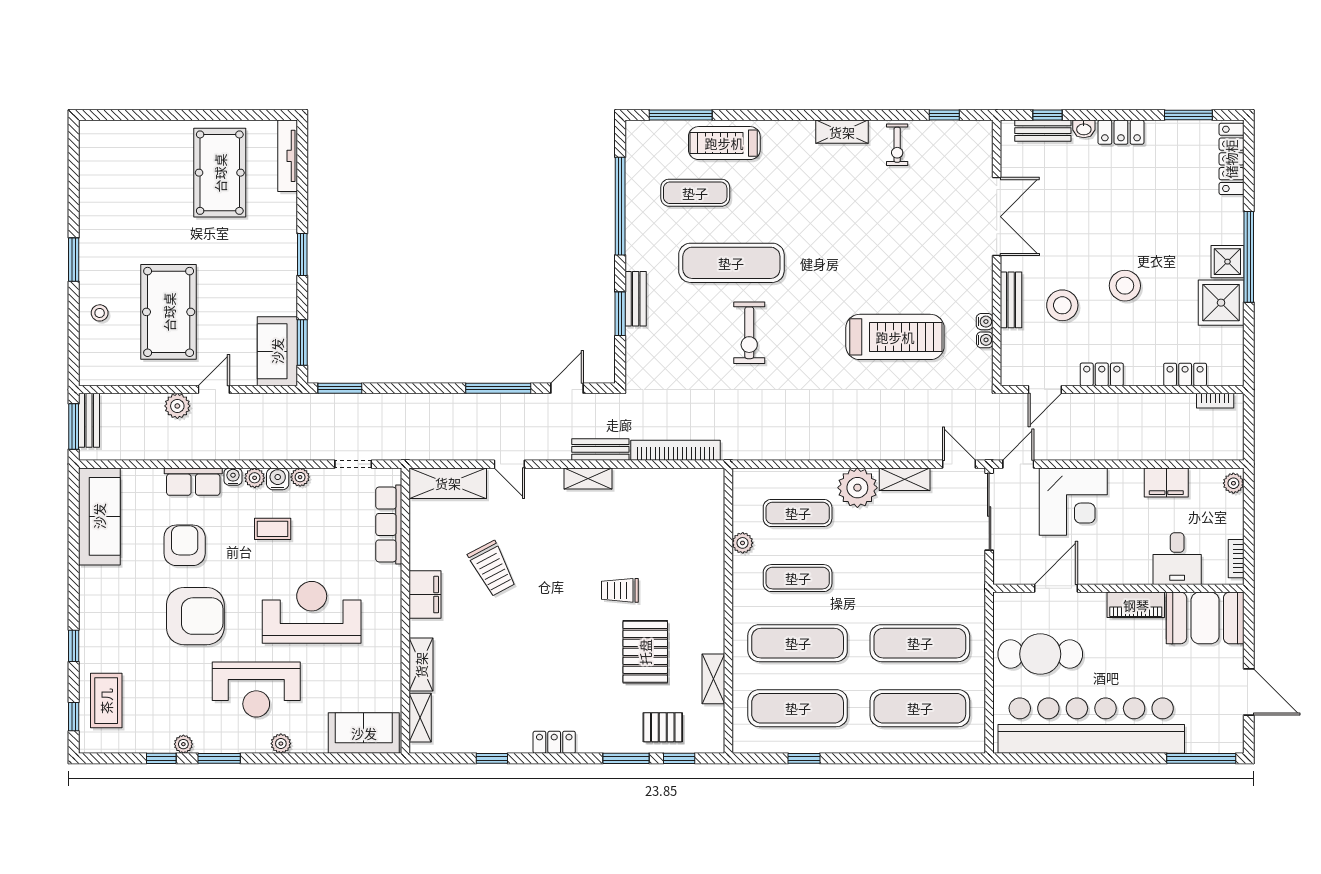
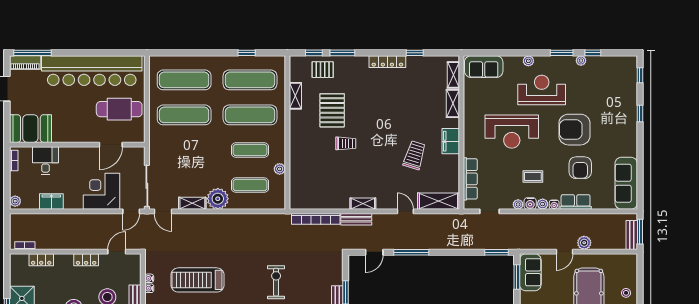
trolley: (492, 569) -> (415, 155), turned 45
piano: (1136, 605) -> (25, 62), moved, turned 180
coffee table: (106, 701) -> (622, 84), removed
locker: (554, 742) -> (387, 62), width x1.53

